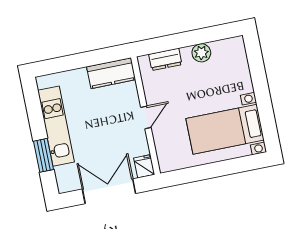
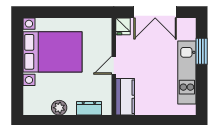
kitchen counter: (111, 73) -> (125, 97), moved, turned 90
bed with nightstands: (225, 129) -> (52, 52), width x1.36

